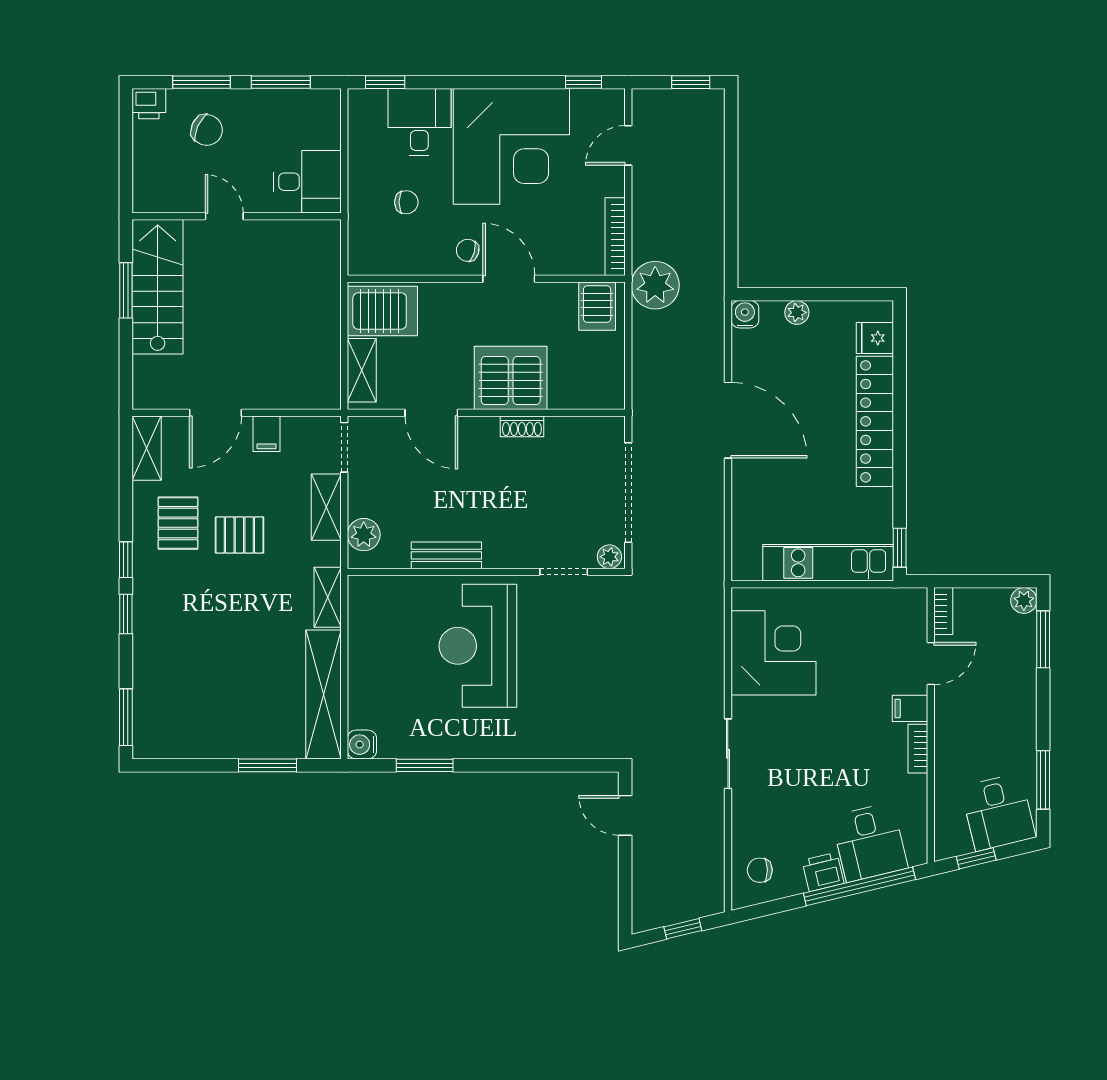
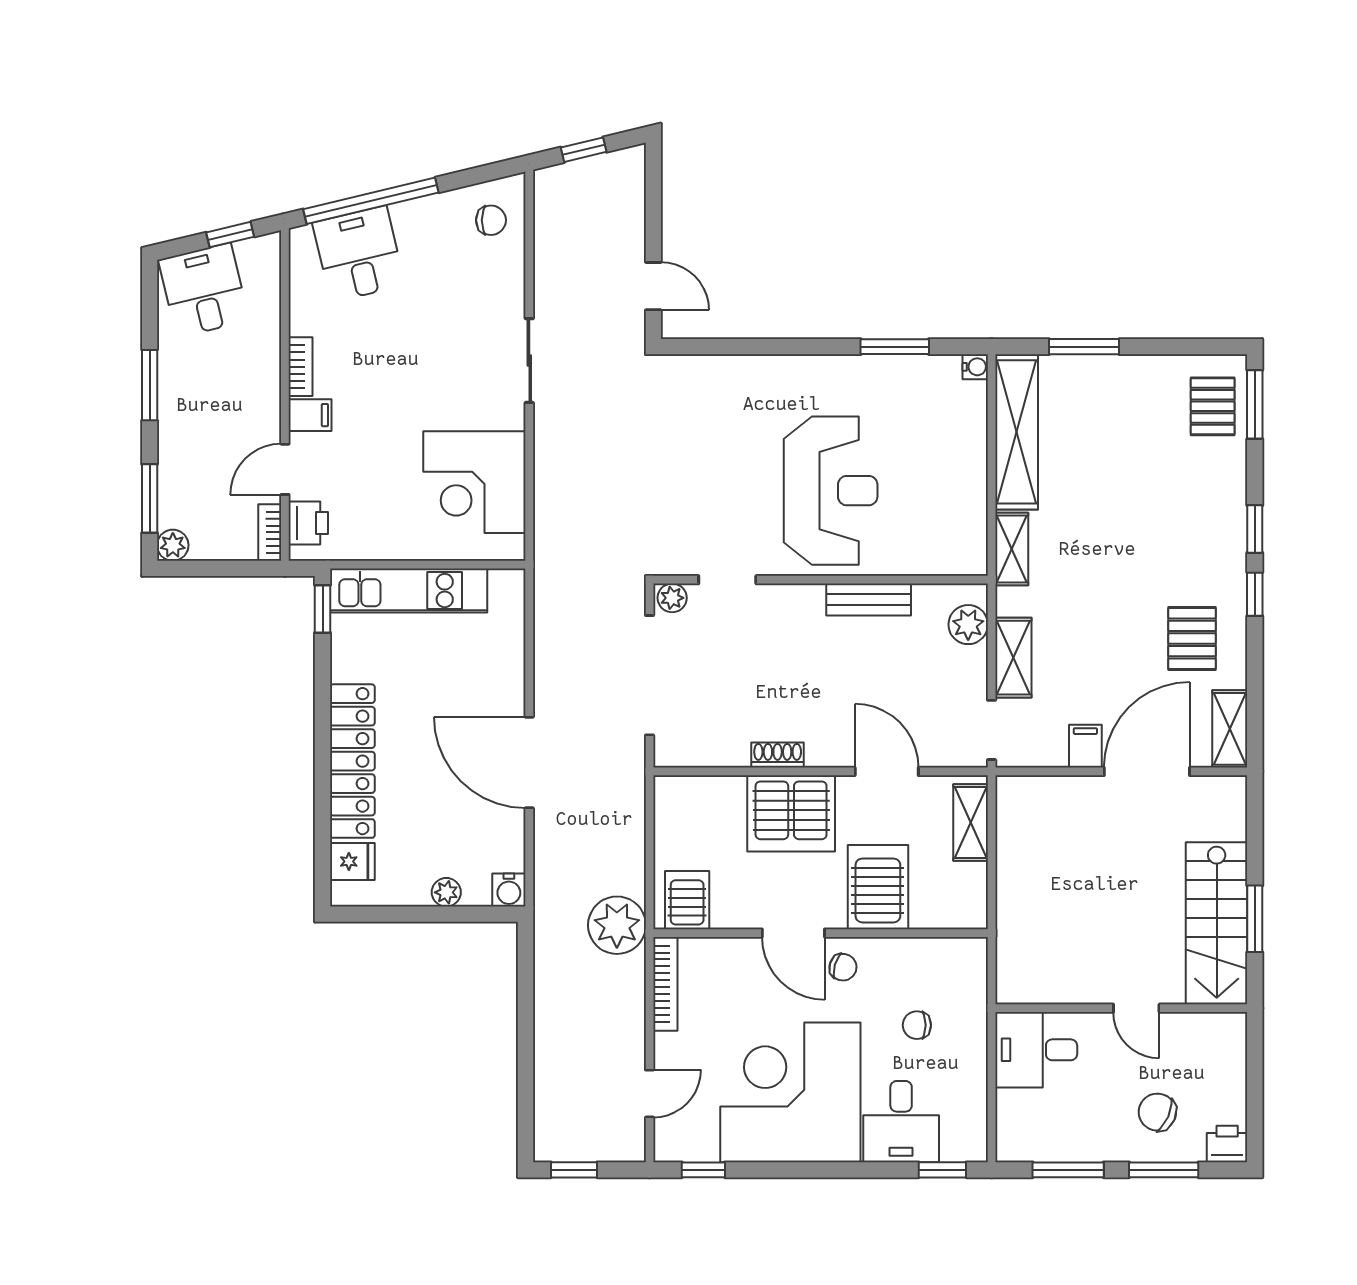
server rack: (382, 311) -> (878, 887), moved, turned 90
door: (215, 413) -> (1147, 771), width x1.36
pallet: (239, 535) -> (1213, 406), moved, turned 90
water cooler: (362, 745) -> (975, 367), width x0.72, depth x0.72
window: (1043, 780) -> (150, 385), moved
printer: (823, 872) -> (308, 523), moved, turned -76

